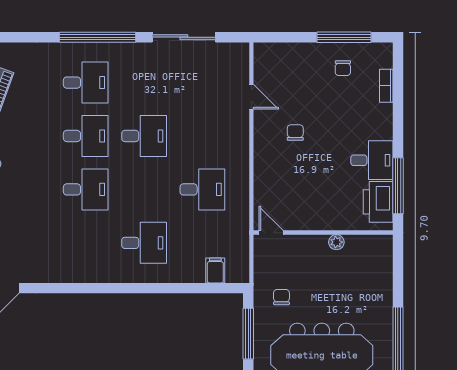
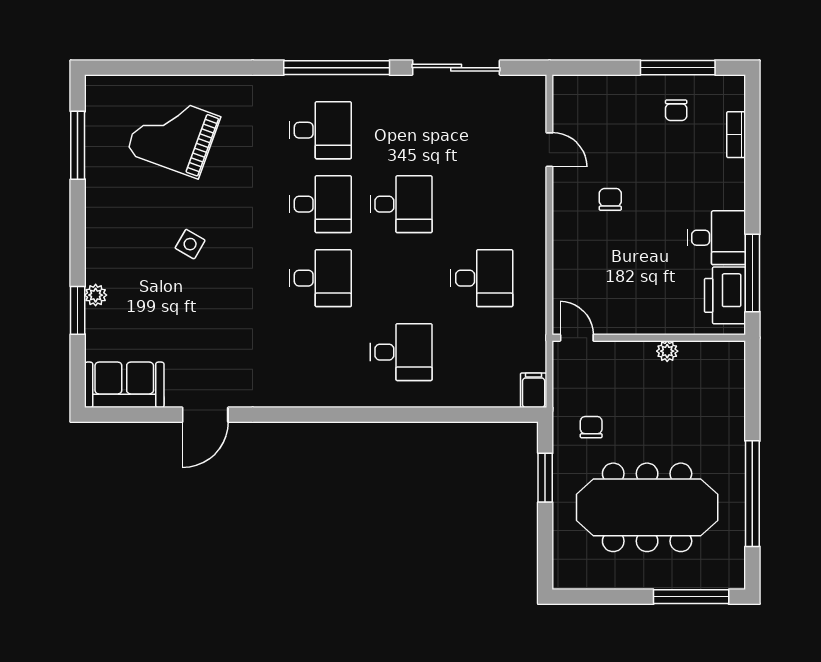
filing cabinet: (215, 271) -> (534, 390), moved
window: (248, 334) -> (545, 478), width x0.69

